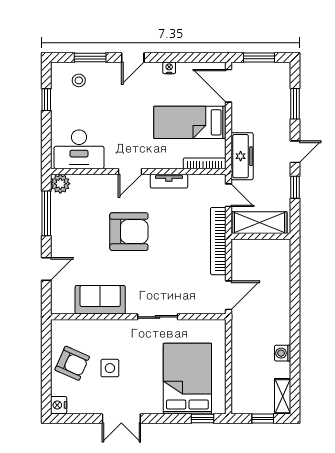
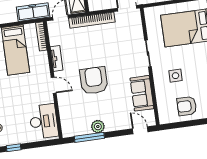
plant: (60, 184) -> (98, 127), moved
door: (46, 269) -> (140, 130), moved
armchair: (72, 363) -> (187, 106), turned -114
side table: (110, 368) -> (176, 76), moved

